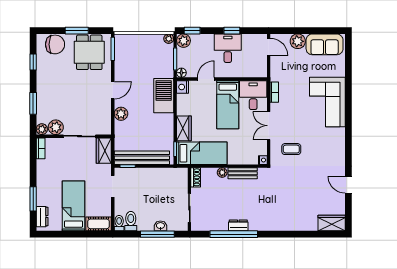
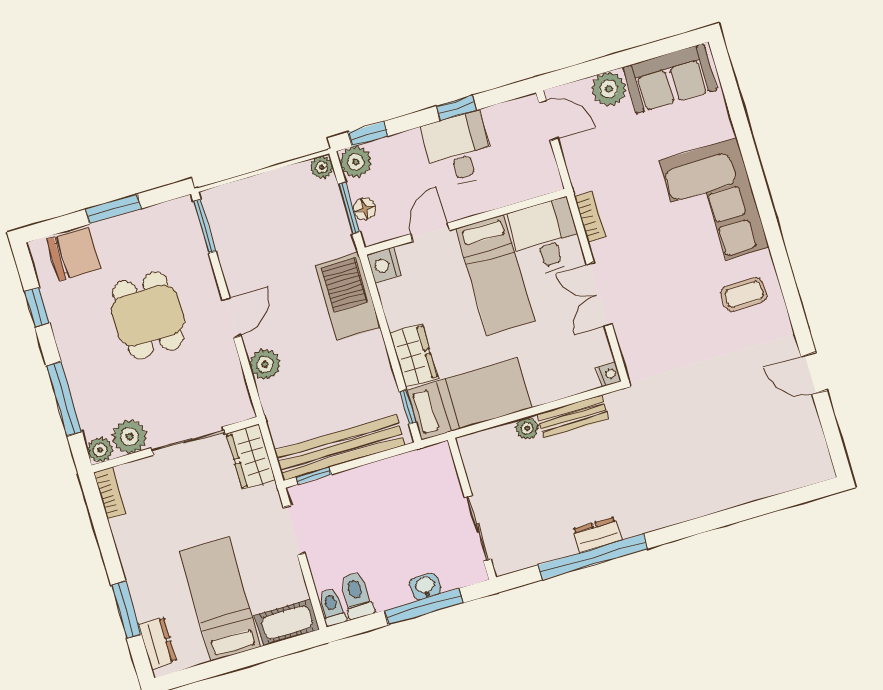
dining table: (89, 52) -> (148, 315), moved
floor lamp: (181, 73) -> (365, 209), moved
window: (33, 103) -> (64, 399), width x1.44
coffee table: (291, 149) -> (744, 294), moved
shoe rack: (196, 177) -> (472, 456), removed
wardrobe: (332, 223) -> (802, 469), removed

